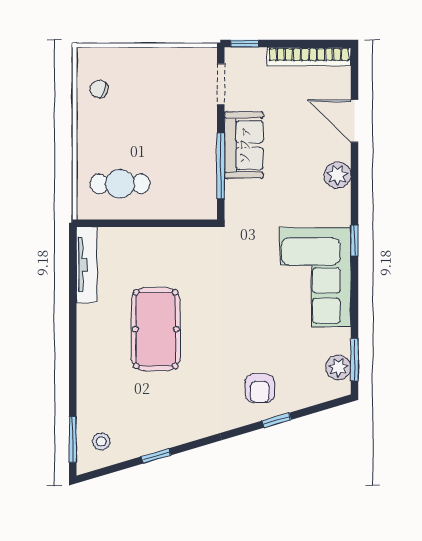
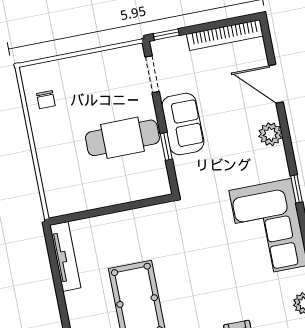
chair: (99, 89) -> (46, 100), turned -110
window: (221, 166) -> (166, 146), width x0.46
cafe table: (120, 184) -> (122, 138), moved, width x1.37, depth x1.35

